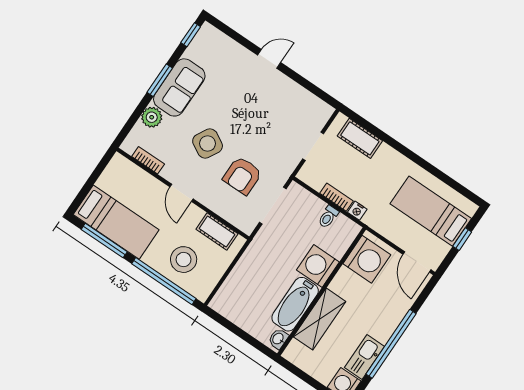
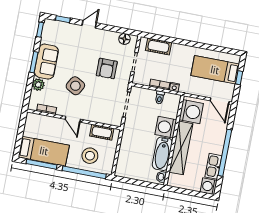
window: (232, 34) -> (63, 19), added
floor lamp: (313, 105) -> (124, 39), added
armchair: (242, 176) -> (107, 69), moved
shelving: (320, 319) -> (181, 148), width x1.47

